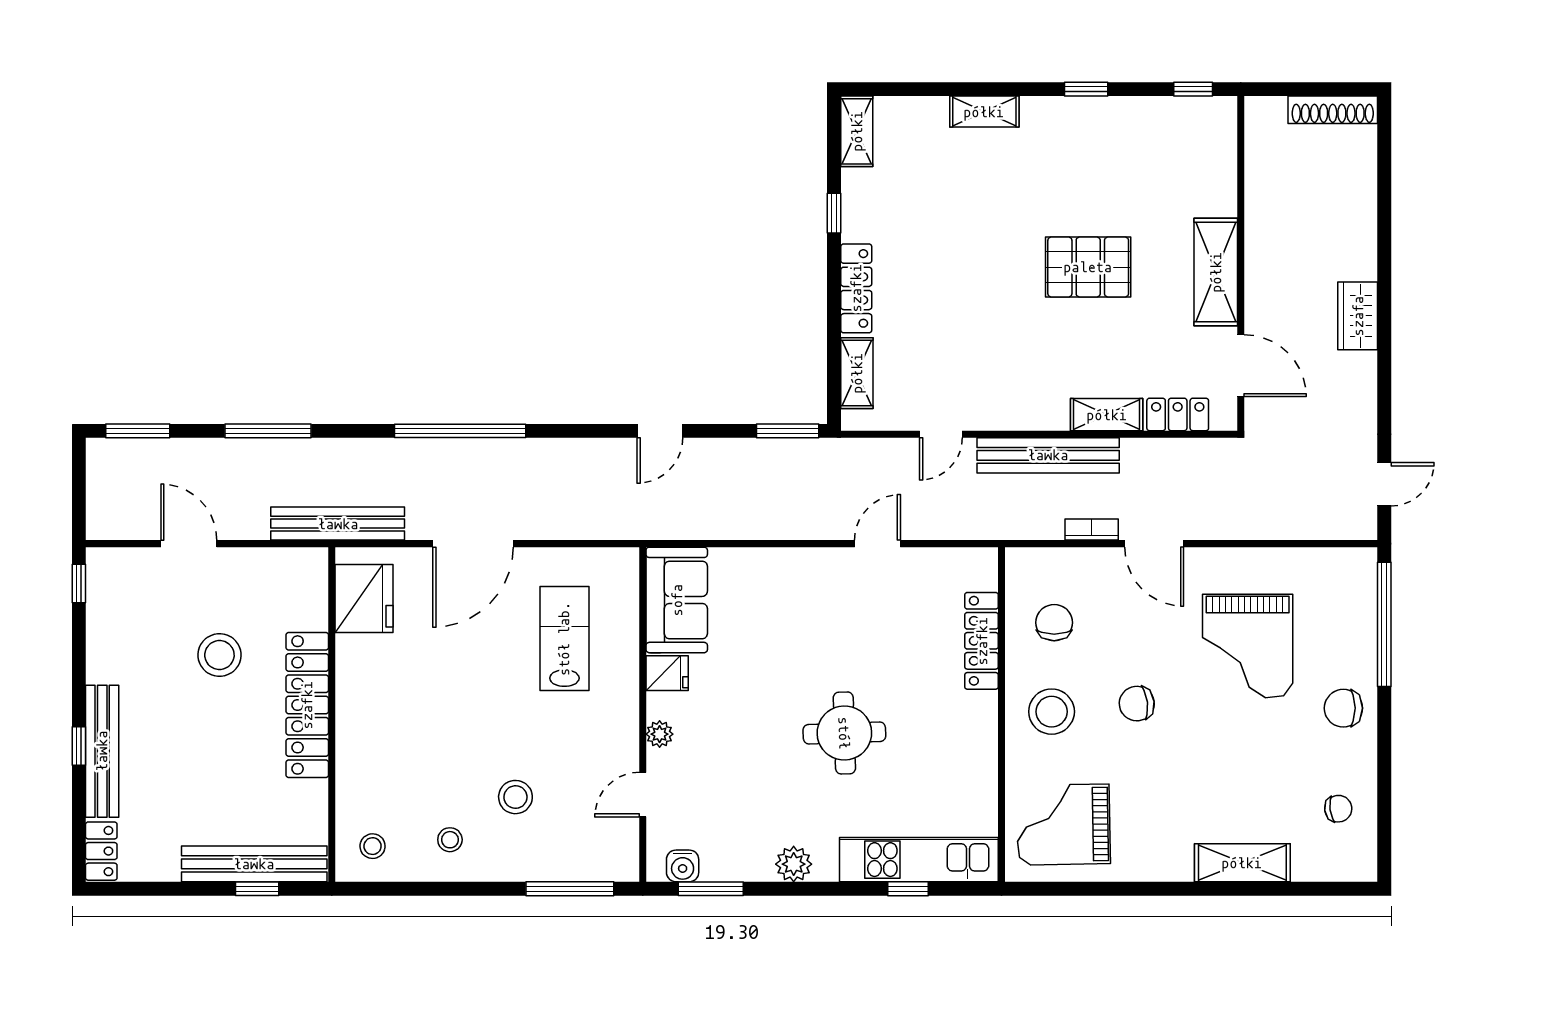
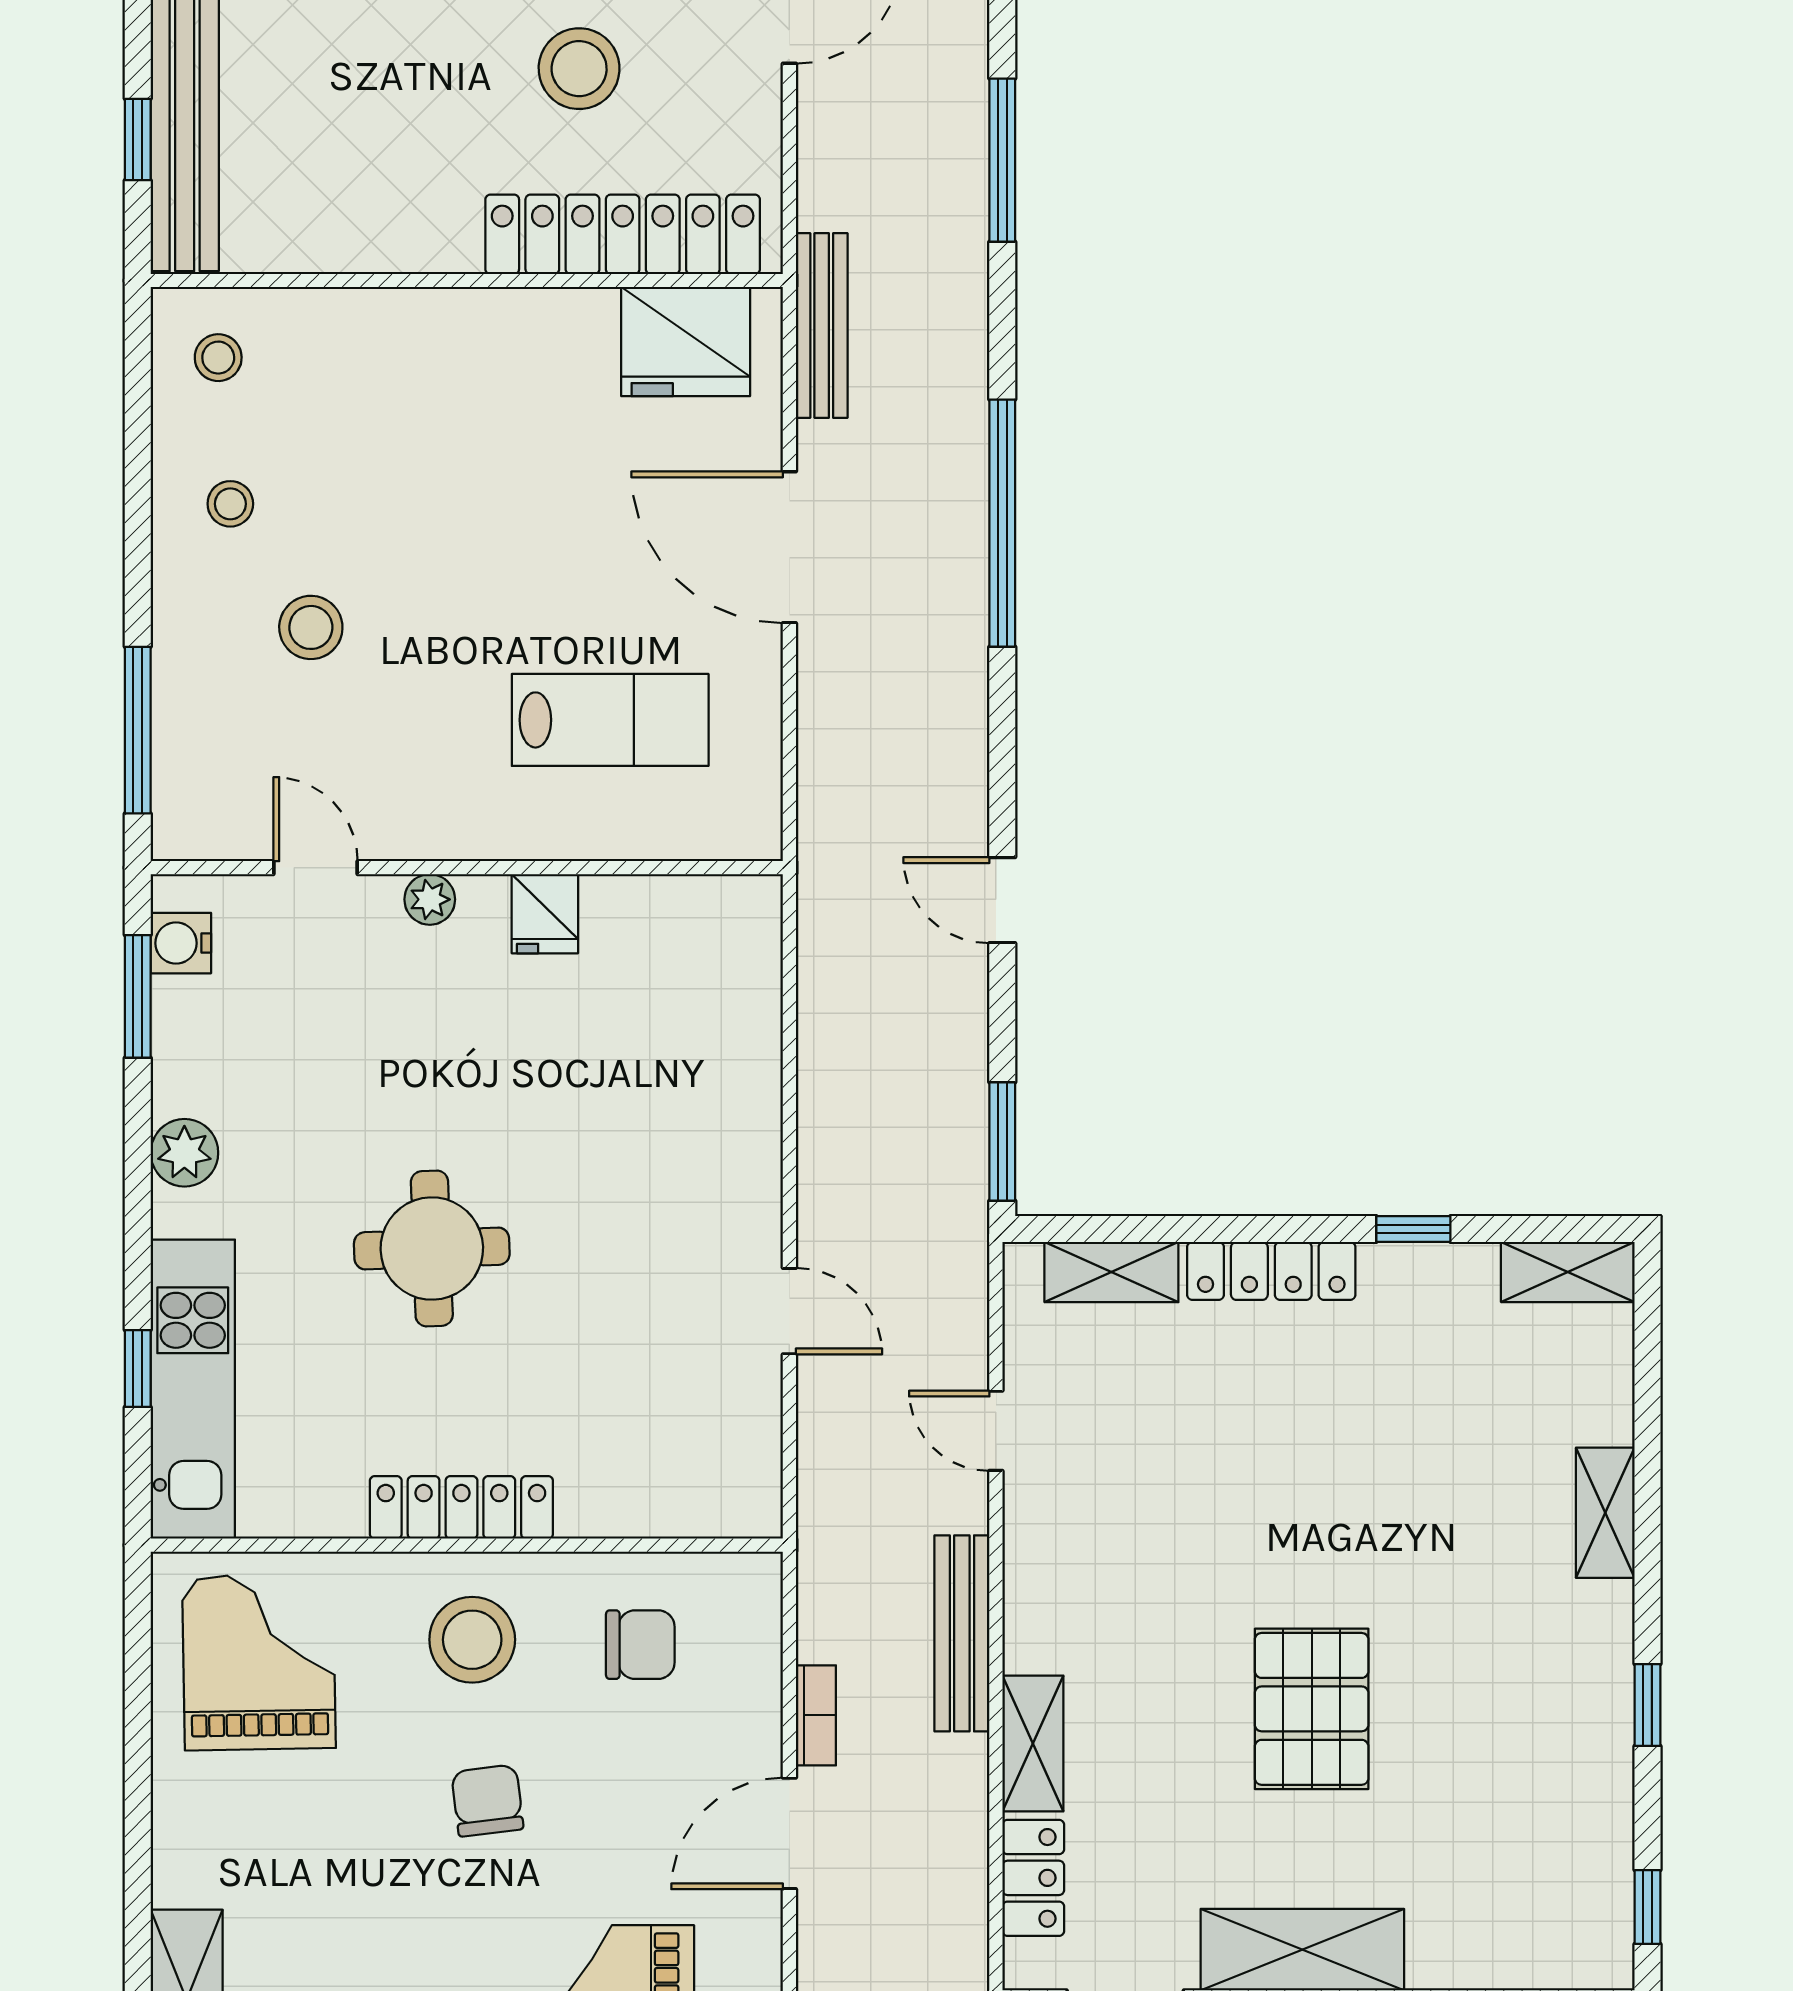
bench: (1048, 455) -> (962, 1633), width x0.73, depth x0.82
bench: (338, 524) -> (822, 325), width x0.73, depth x0.82
sofa: (677, 600) -> (683, 932), removed
locker: (982, 641) -> (461, 1507), moved
locker: (307, 705) -> (623, 234), moved

